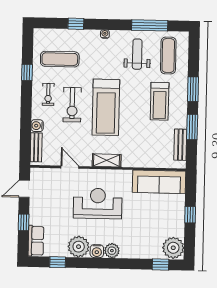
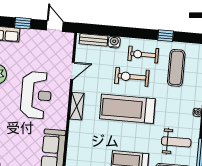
exercise bike: (48, 94) -> (143, 55), width x1.38, depth x1.39

